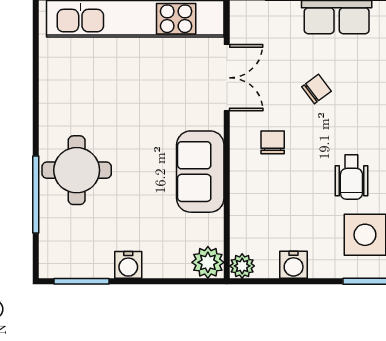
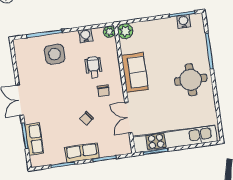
round table: (77, 170) -> (191, 80), moved
wheelchair: (351, 177) -> (93, 67), moved
water cooler: (128, 265) -> (184, 22), moved

